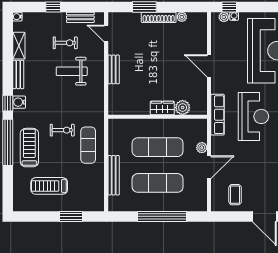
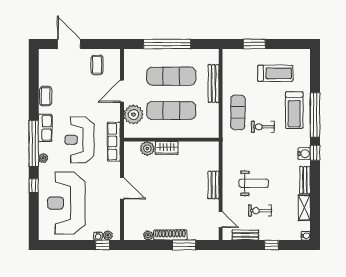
plant: (202, 148) -> (133, 115), width x1.87, depth x1.87

